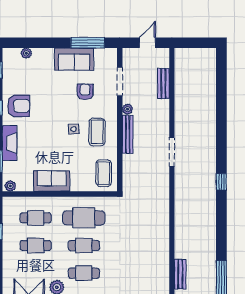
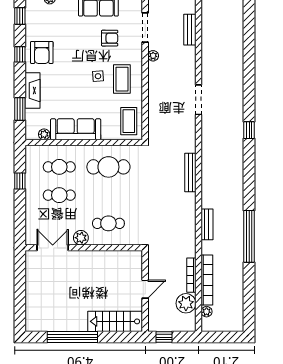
armchair: (85, 92) -> (110, 38), turned 90
armchair: (19, 106) -> (42, 52), turned 90
bench: (128, 134) -> (190, 172), moved
sofa: (52, 181) -> (76, 129), width x1.36
plant: (10, 186) -> (44, 134), moved
cafe table: (84, 246) -> (108, 195), removed

